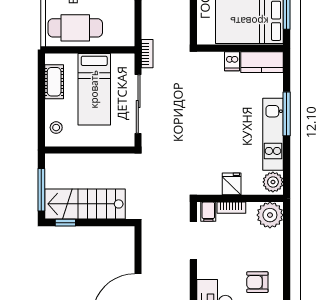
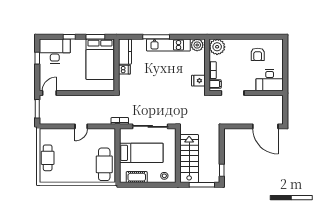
fridge: (232, 184) -> (198, 81), moved
stairs: (85, 204) -> (189, 158), moved, turned 180

